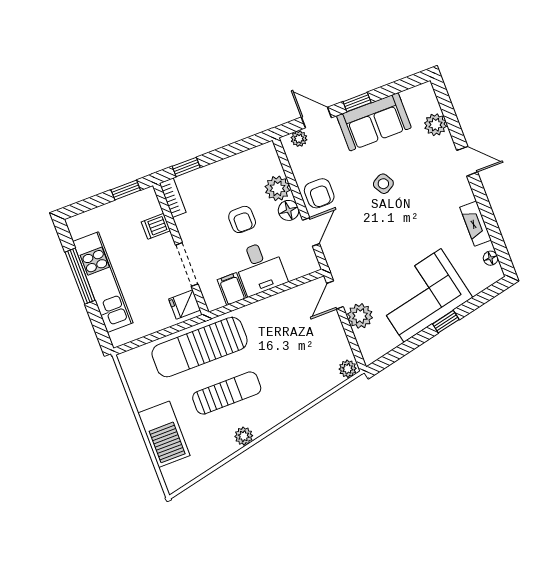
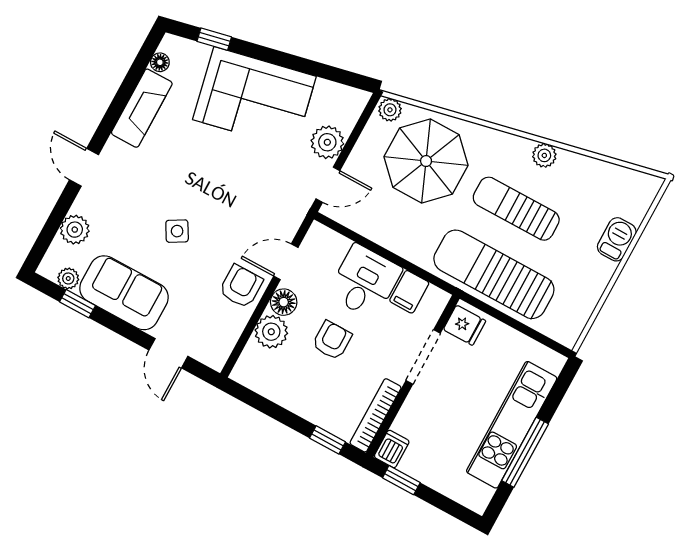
window: (357, 102) -> (78, 304), moved
plant: (299, 139) -> (68, 278), moved
bookcase: (173, 198) -> (376, 415), width x1.56
fireplace: (476, 224) -> (142, 108), width x1.37, depth x1.32
dishwasher: (156, 226) -> (392, 449), moved, turned -90
window: (446, 322) -> (214, 39), moved
sun lounger: (200, 347) -> (494, 274), turned 180
parasol: (300, 364) -> (426, 161), added
barbecue: (164, 434) -> (617, 239), width x0.53, depth x0.65

